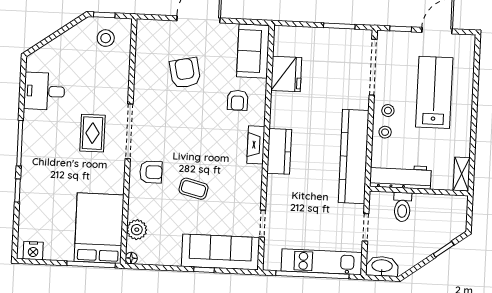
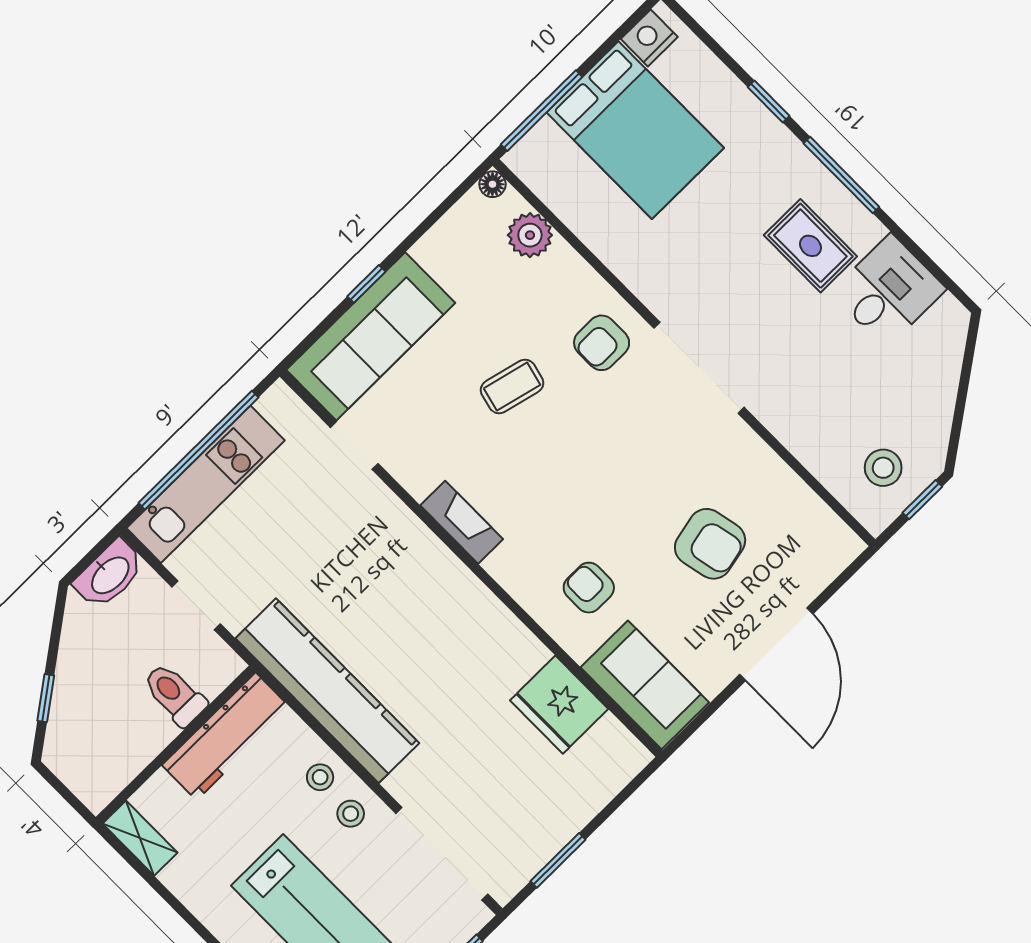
rug: (93, 133) -> (810, 246), moved
fireplace: (256, 145) -> (462, 522), moved
kitchen counter: (279, 151) -> (445, 579), removed
bed: (99, 228) -> (635, 130), moved

